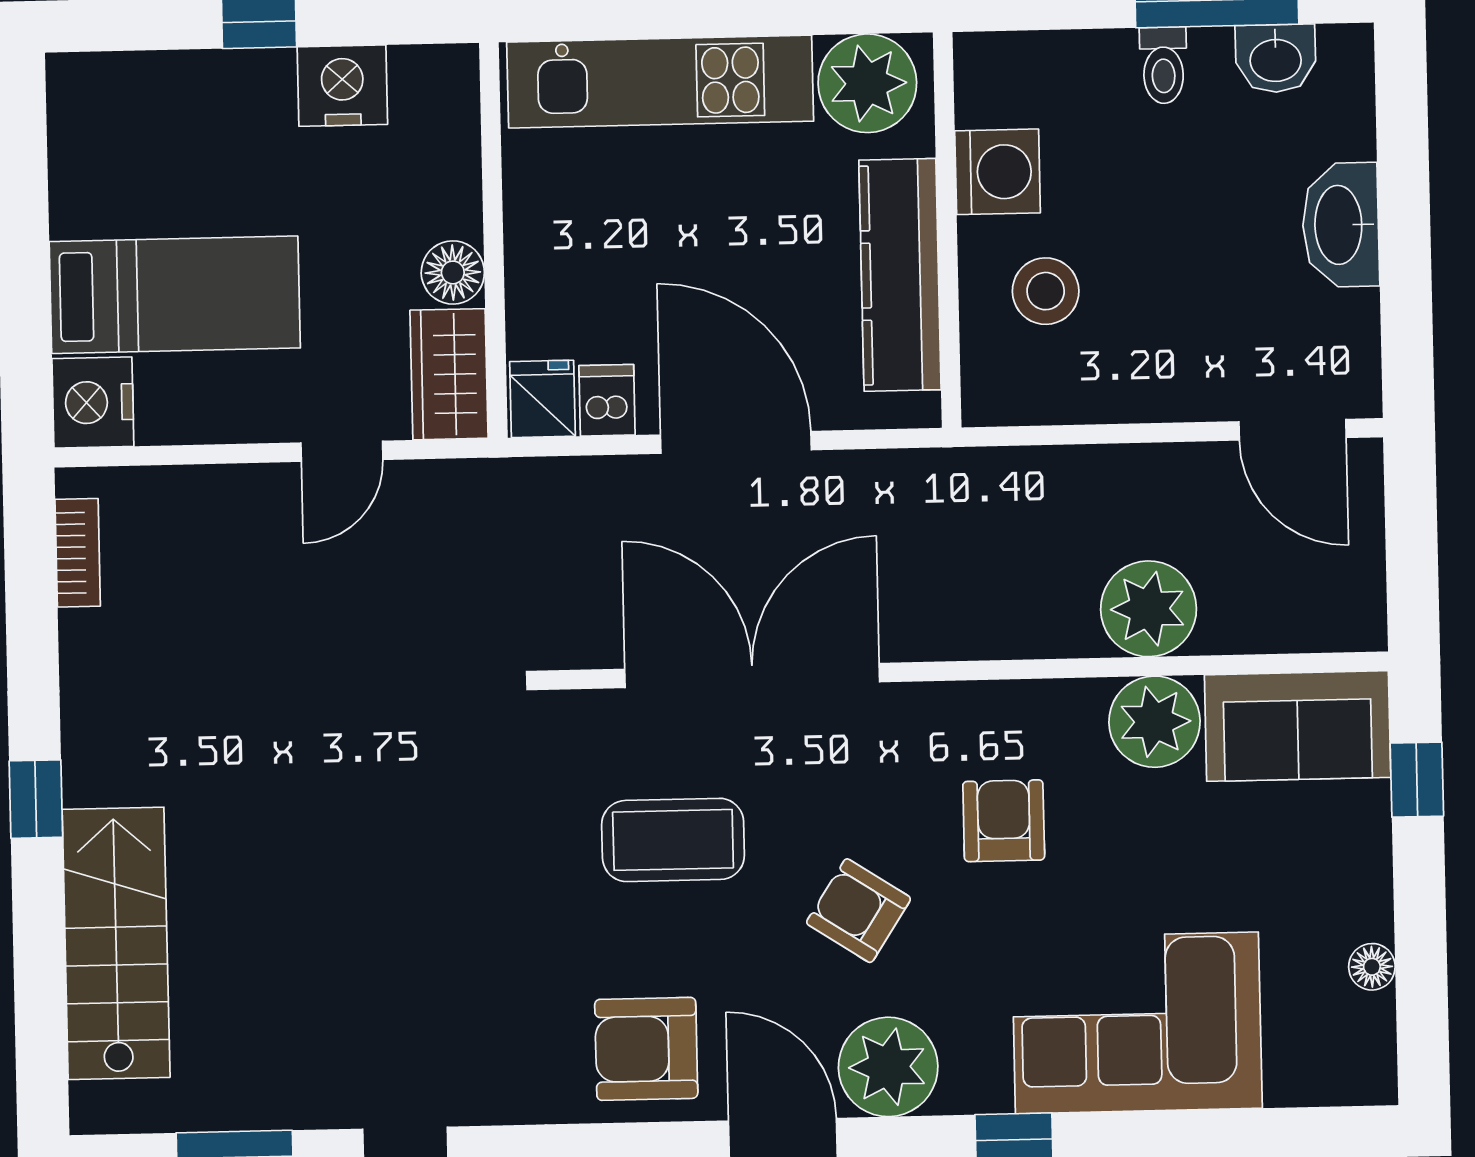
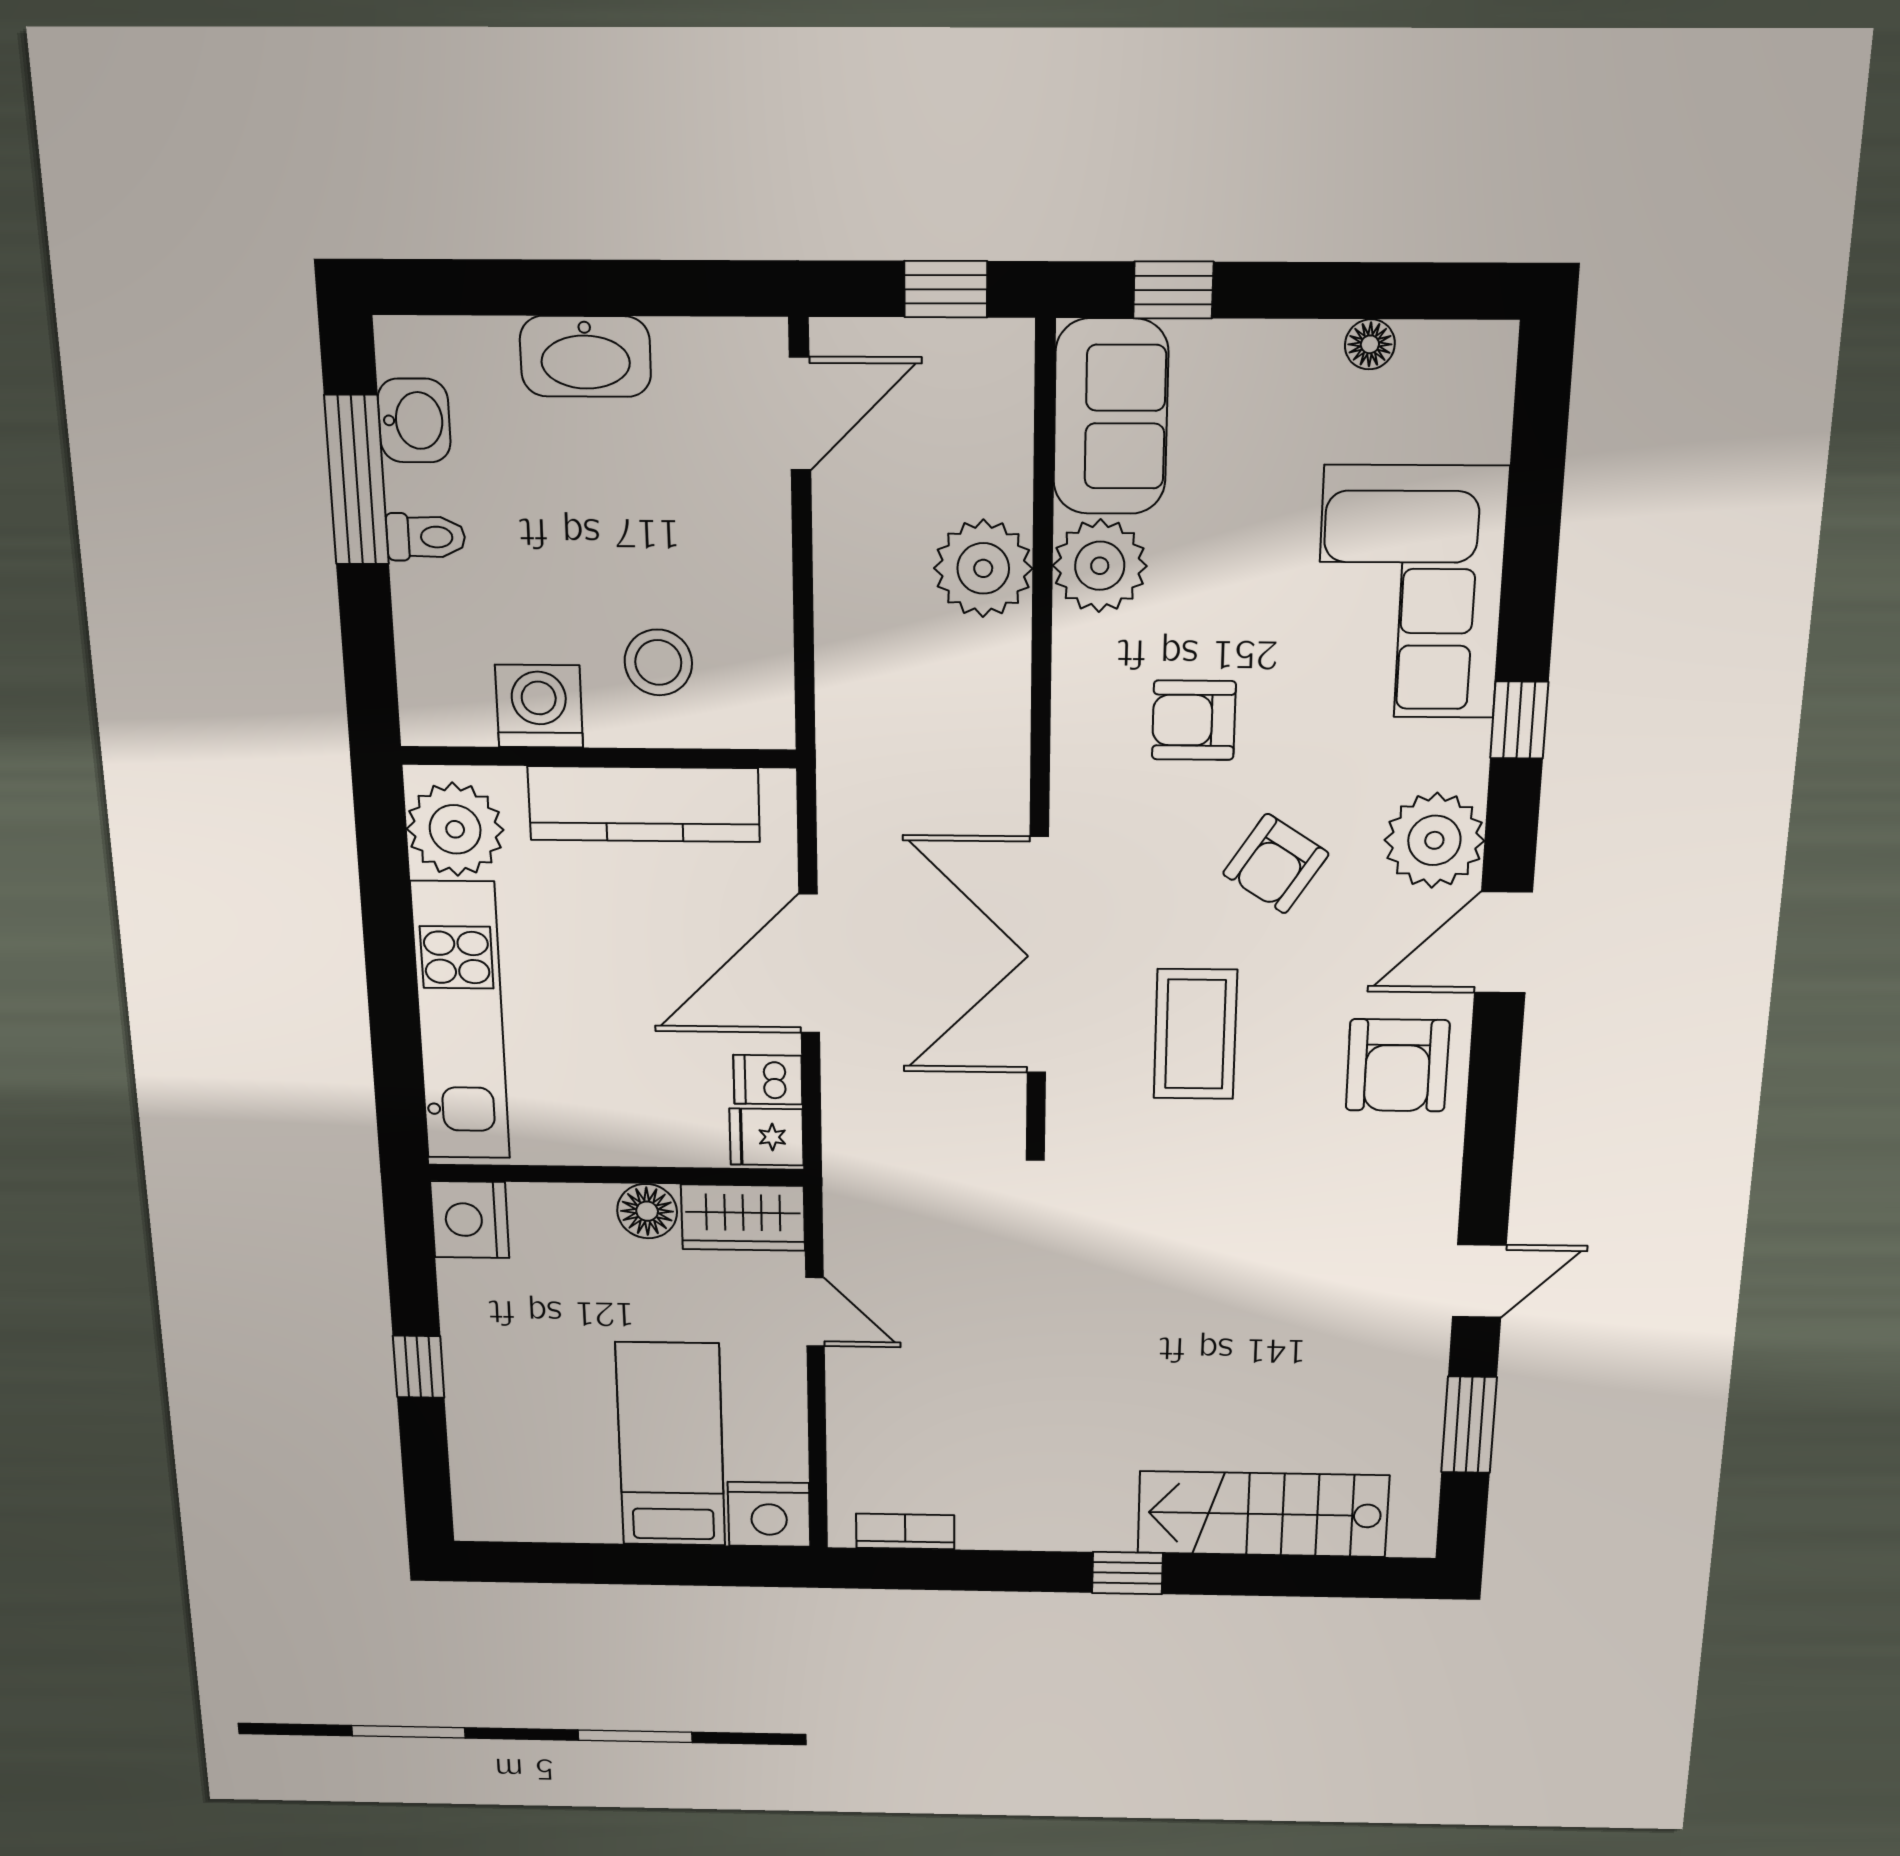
nightstand: (342, 86) -> (470, 1220), moved
window: (1412, 566) -> (946, 289), added

